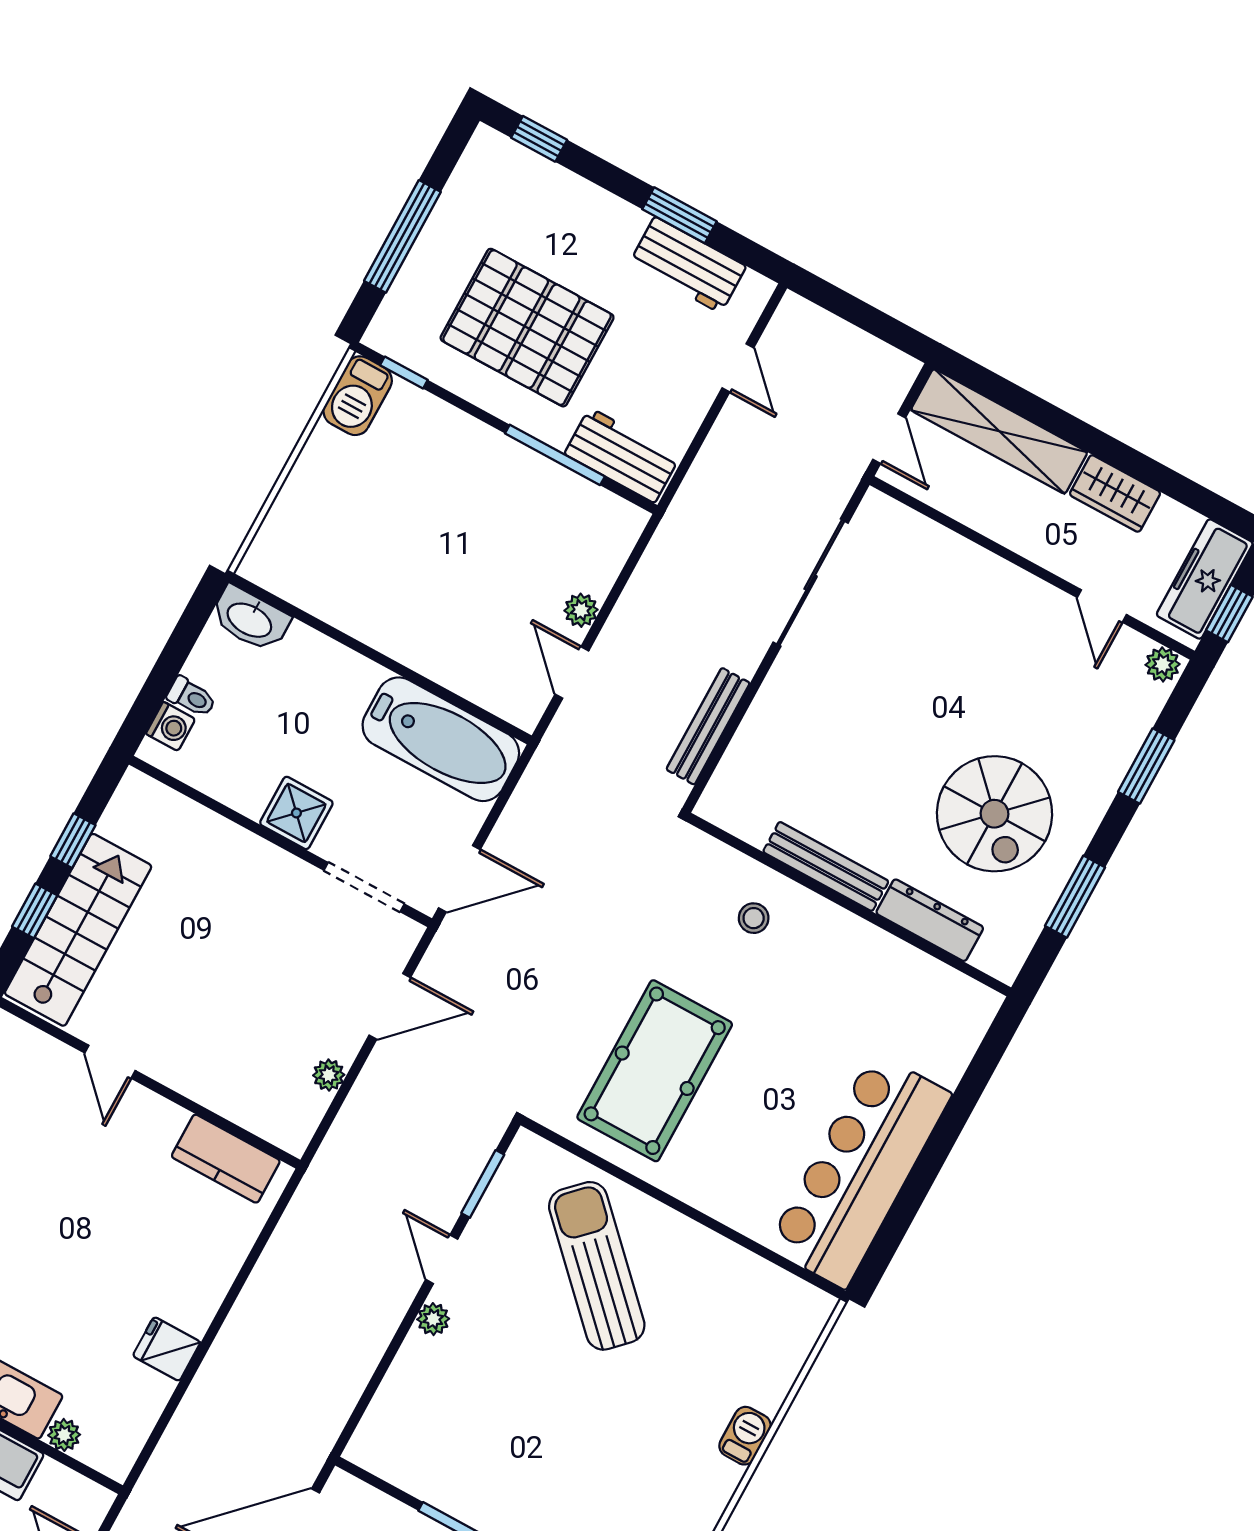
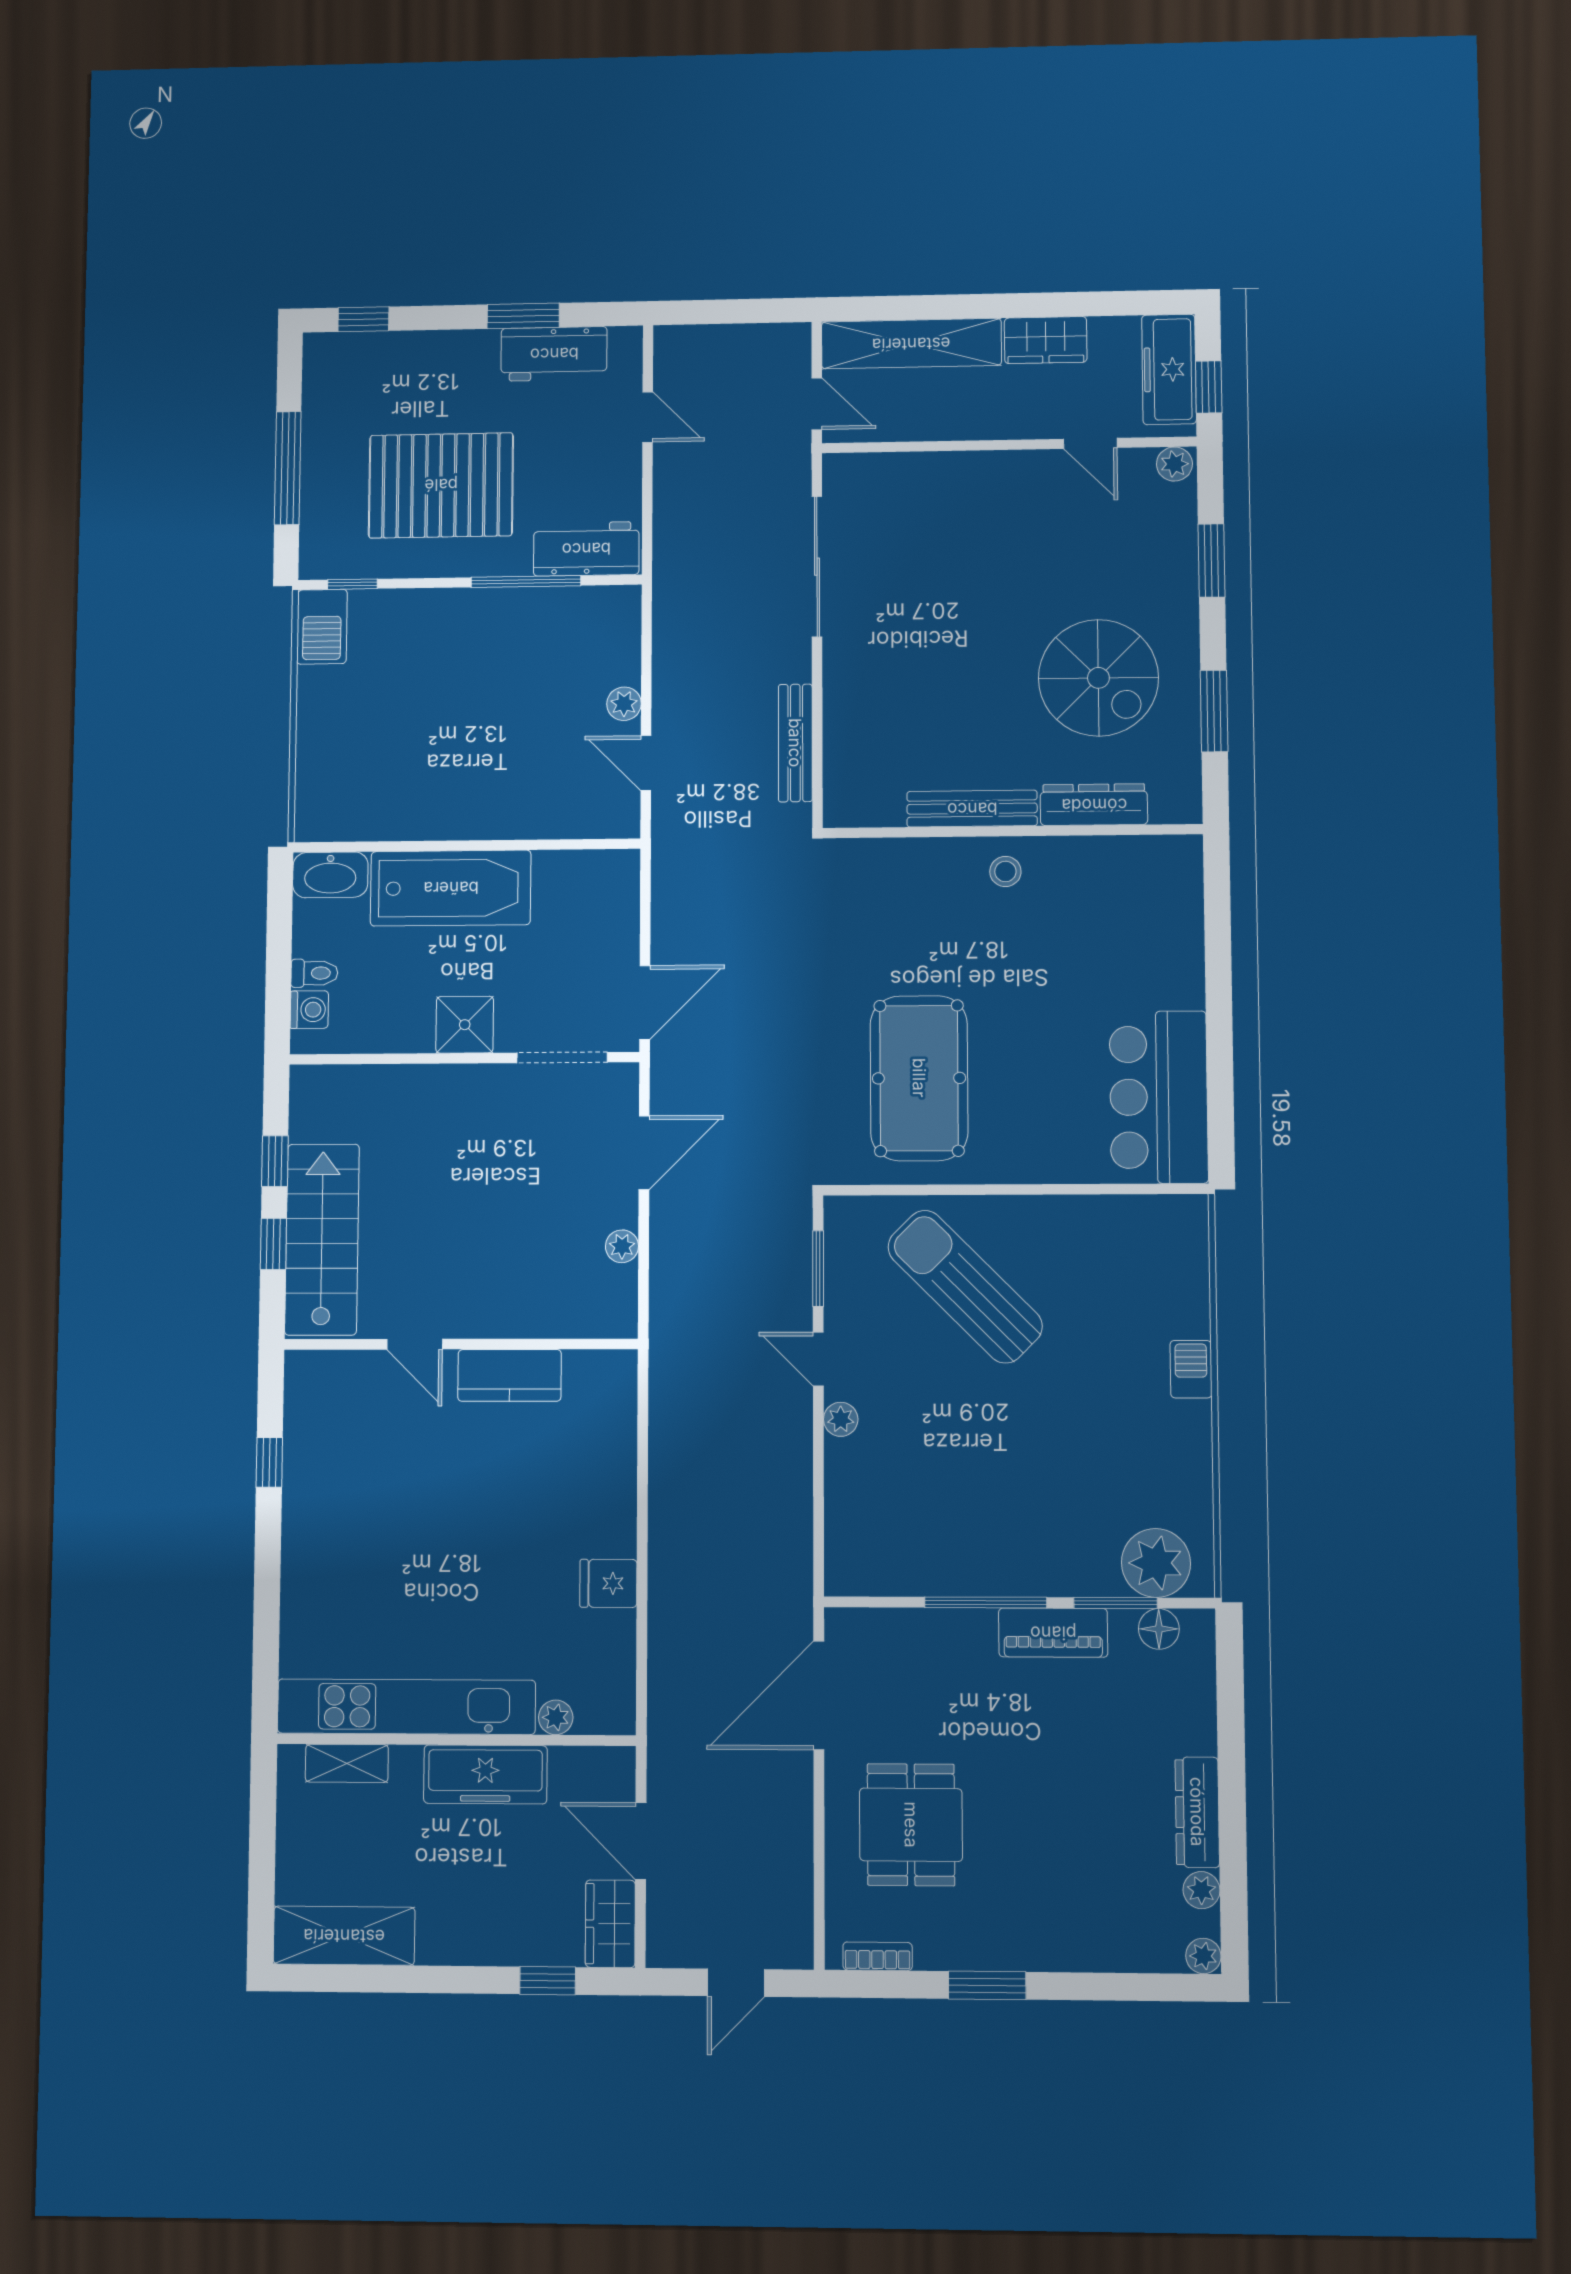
bathtub: (441, 739) -> (451, 888), moved
stool: (754, 918) -> (1005, 871), moved
kitchen counter: (226, 1159) -> (509, 1375), moved
bar counter: (859, 1171) -> (1159, 1097), width x0.73

